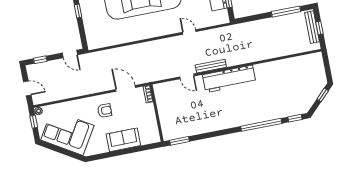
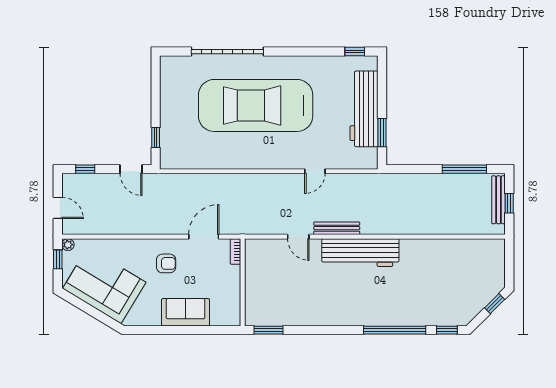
window: (78, 11) -> (156, 137), moved
door: (189, 32) -> (315, 171), swing flipped
door: (126, 88) -> (204, 237), hinge flipped

